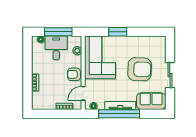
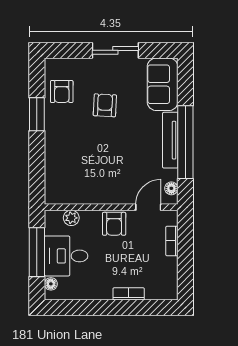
window: (118, 32) -> (37, 114), moved
armchair: (147, 45) -> (62, 92), added
corner sofa: (100, 57) -> (83, 177), removed
armchair: (140, 69) -> (105, 105), width x0.53, depth x0.53
door: (83, 93) -> (148, 207), swing flipped

